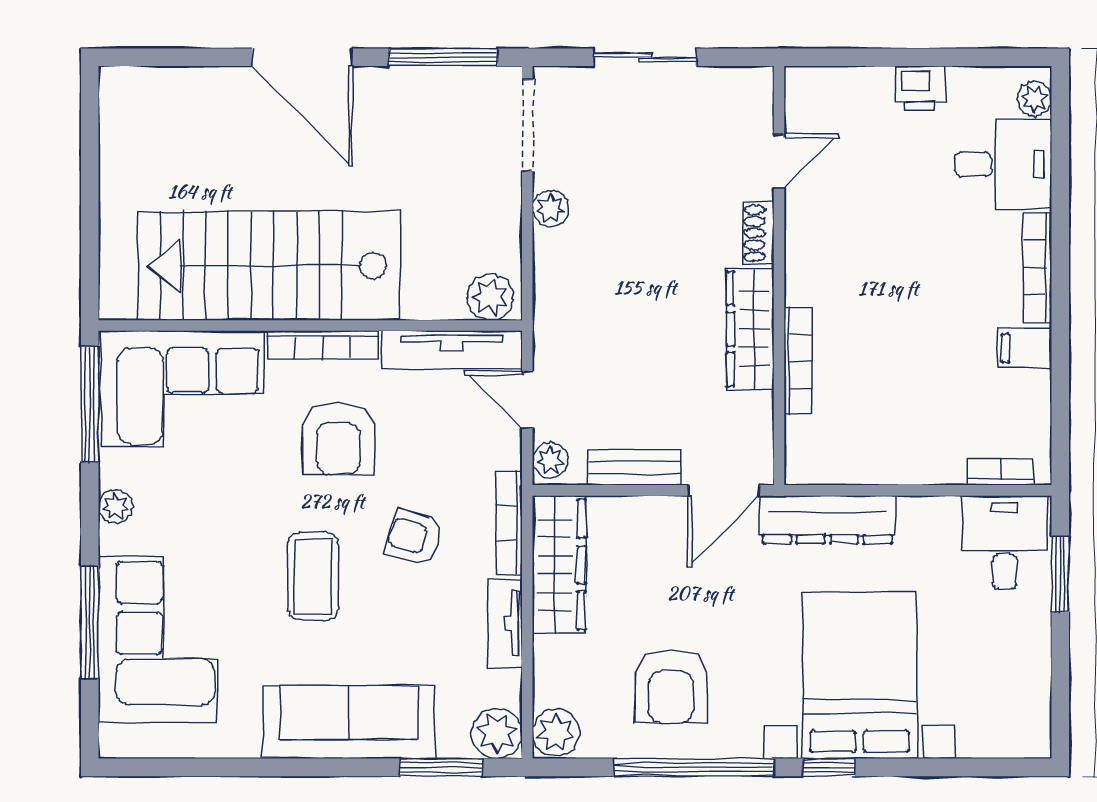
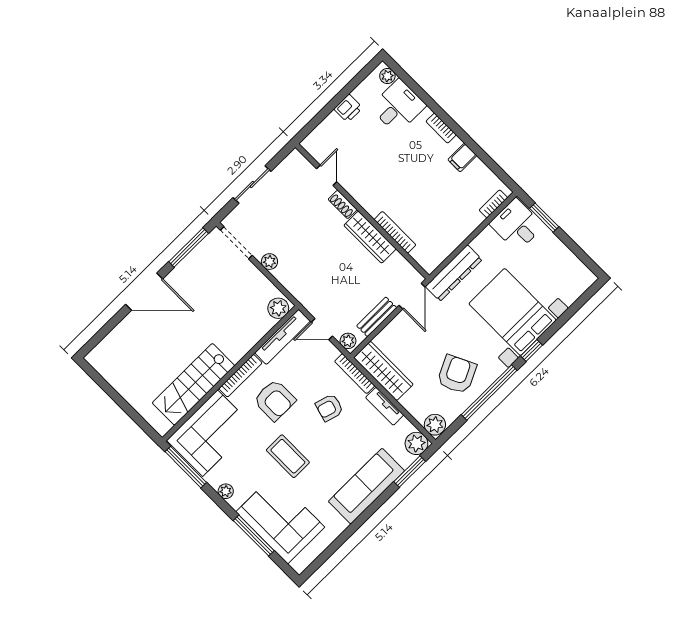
stairs: (269, 266) -> (193, 384), width x0.73, depth x0.66
bookcase: (1038, 268) -> (441, 128), width x0.64
coffee table: (313, 577) -> (288, 456), moved
armchair: (671, 687) -> (457, 374), turned -116

